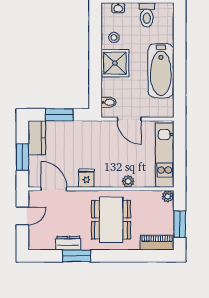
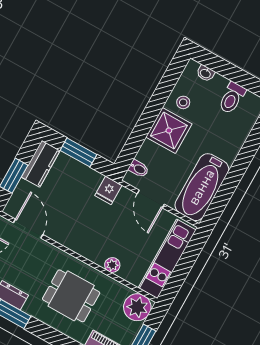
bathtub: (161, 71) -> (202, 187), moved
fridge: (86, 178) -> (108, 190), moved, turned 180
plant: (168, 196) -> (137, 307), width x1.87, depth x1.87
dining table: (111, 220) -> (71, 296), width x0.73

